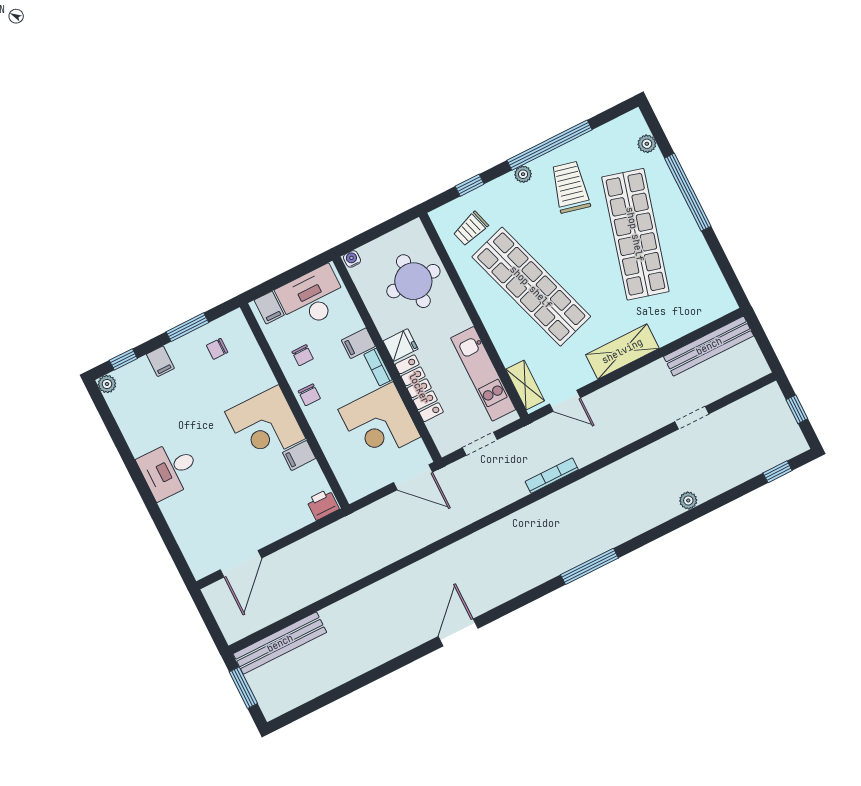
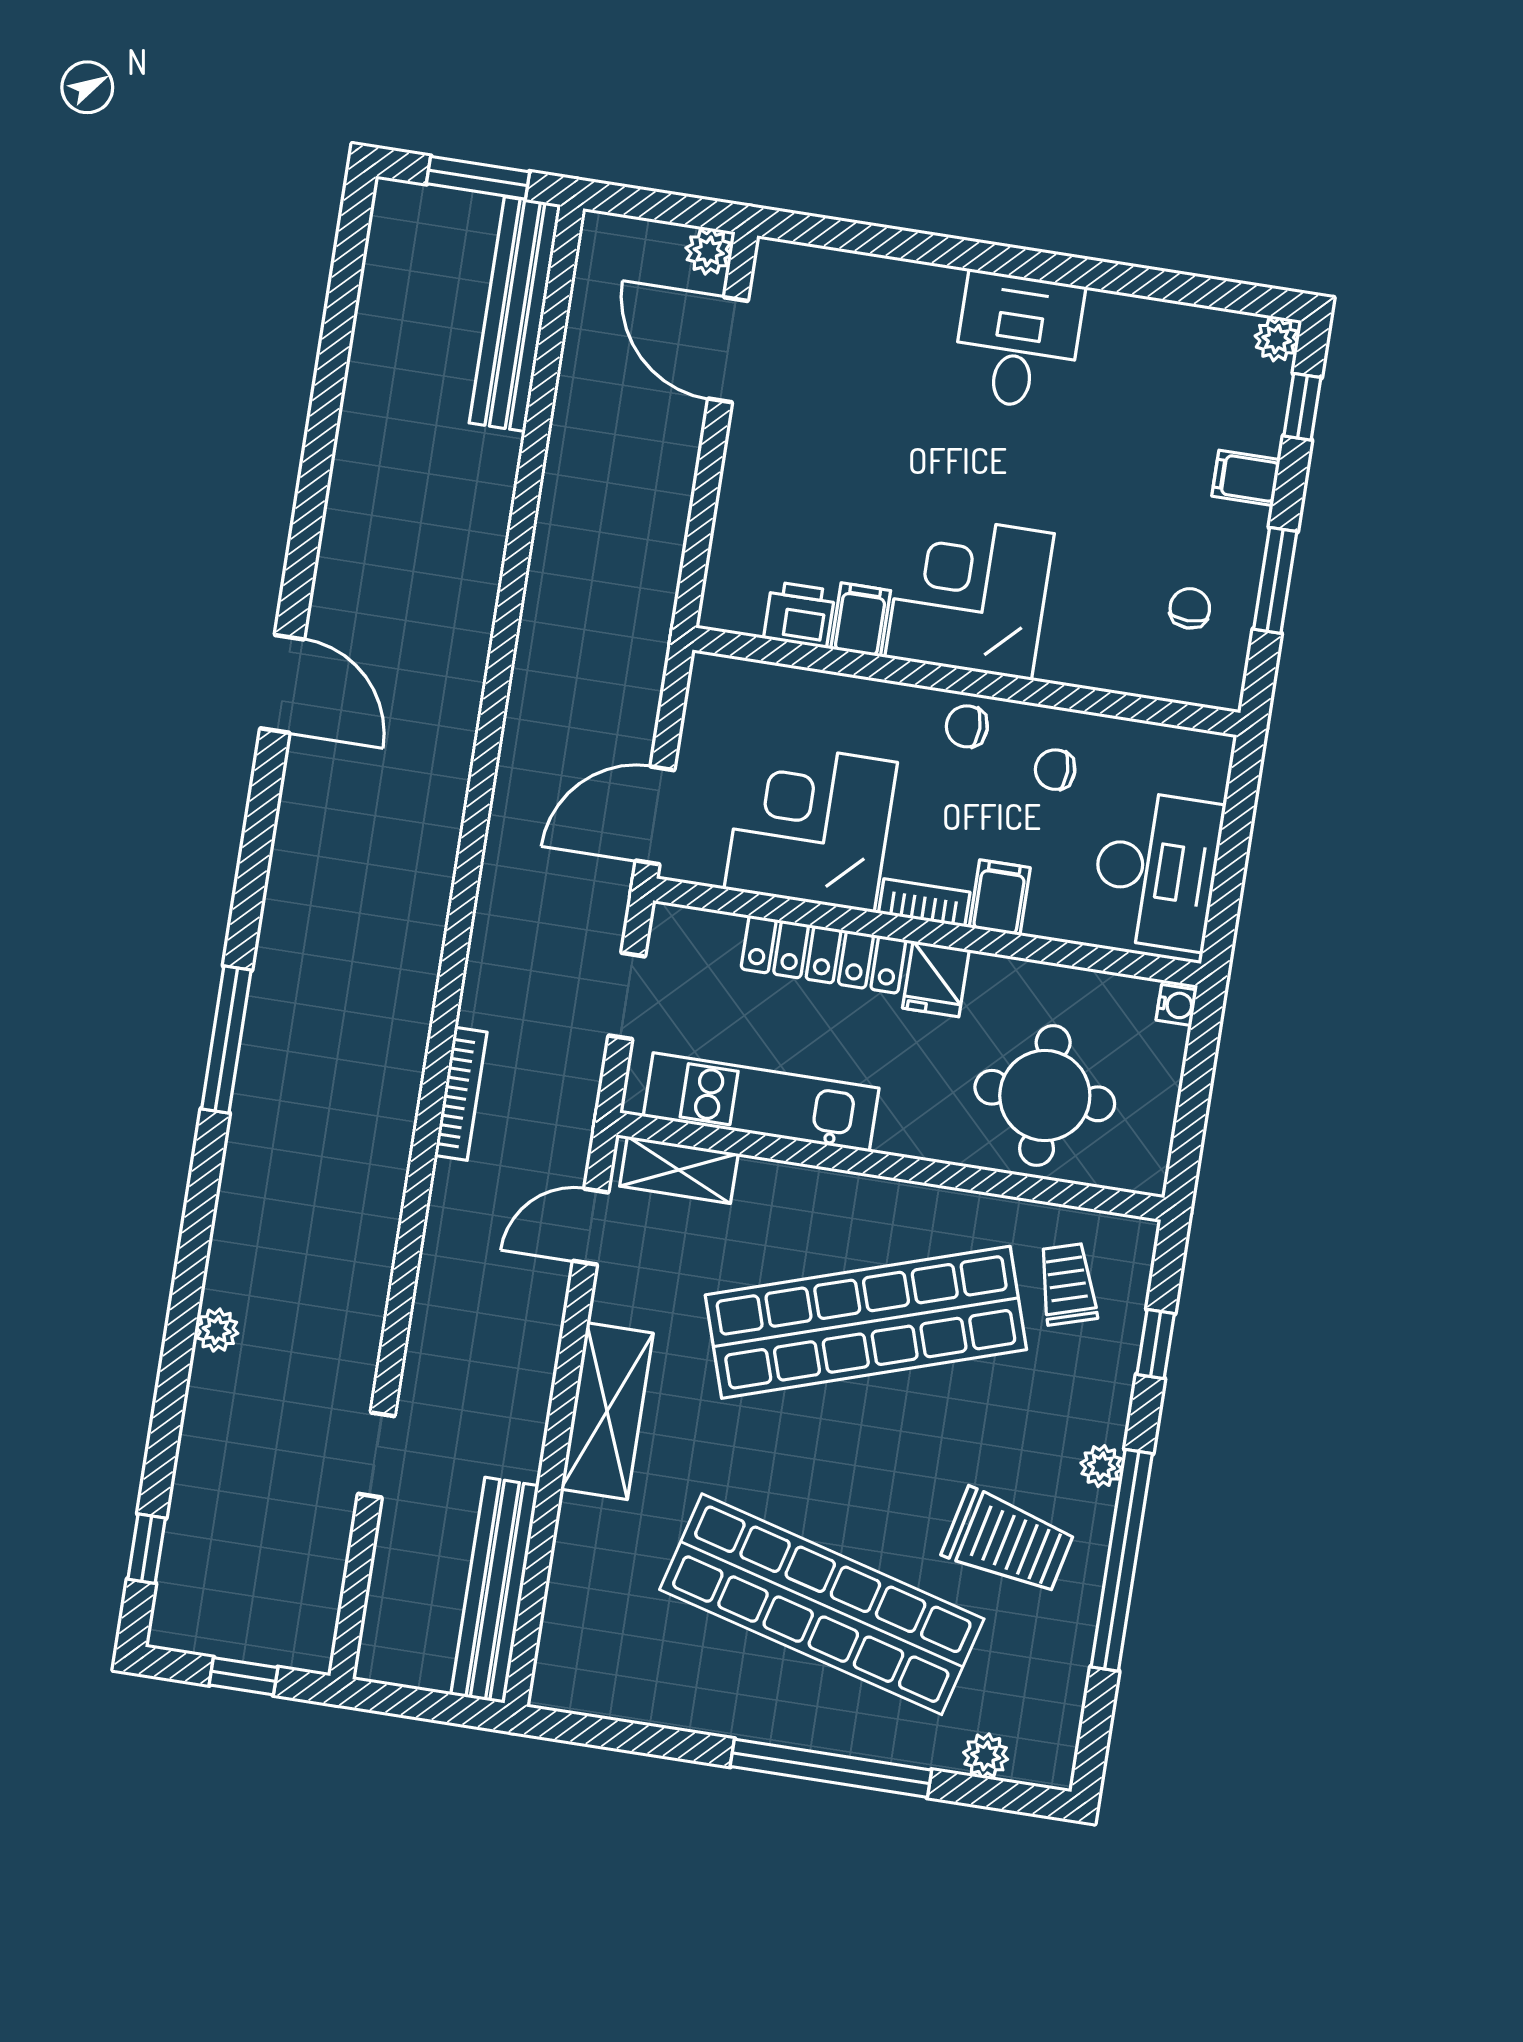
filing cabinet: (269, 308) -> (1198, 771), removed
printer: (323, 504) -> (799, 615), moved, turned -90
plant: (213, 594) -> (709, 251), added

